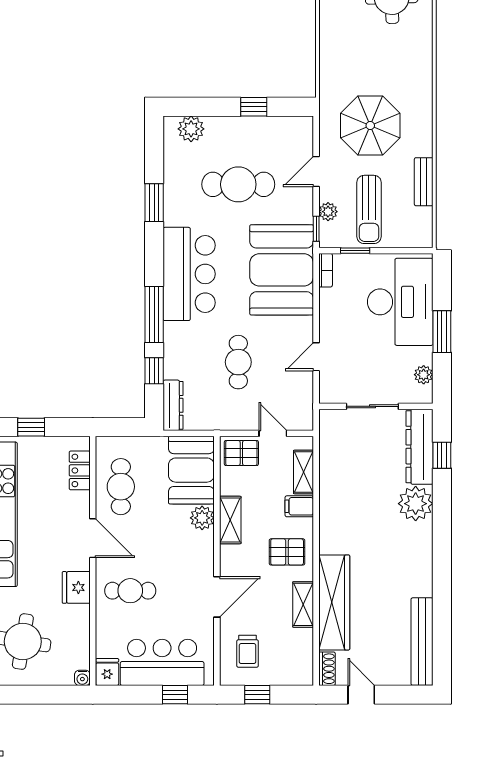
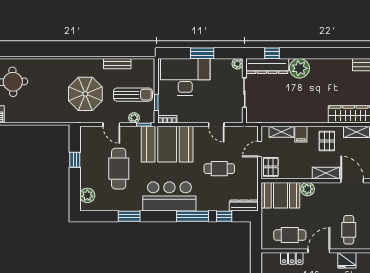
plant: (424, 375) -> (237, 64), moved
locker: (80, 470) -> (292, 258), moved
shelving: (230, 520) -> (326, 173), moved

